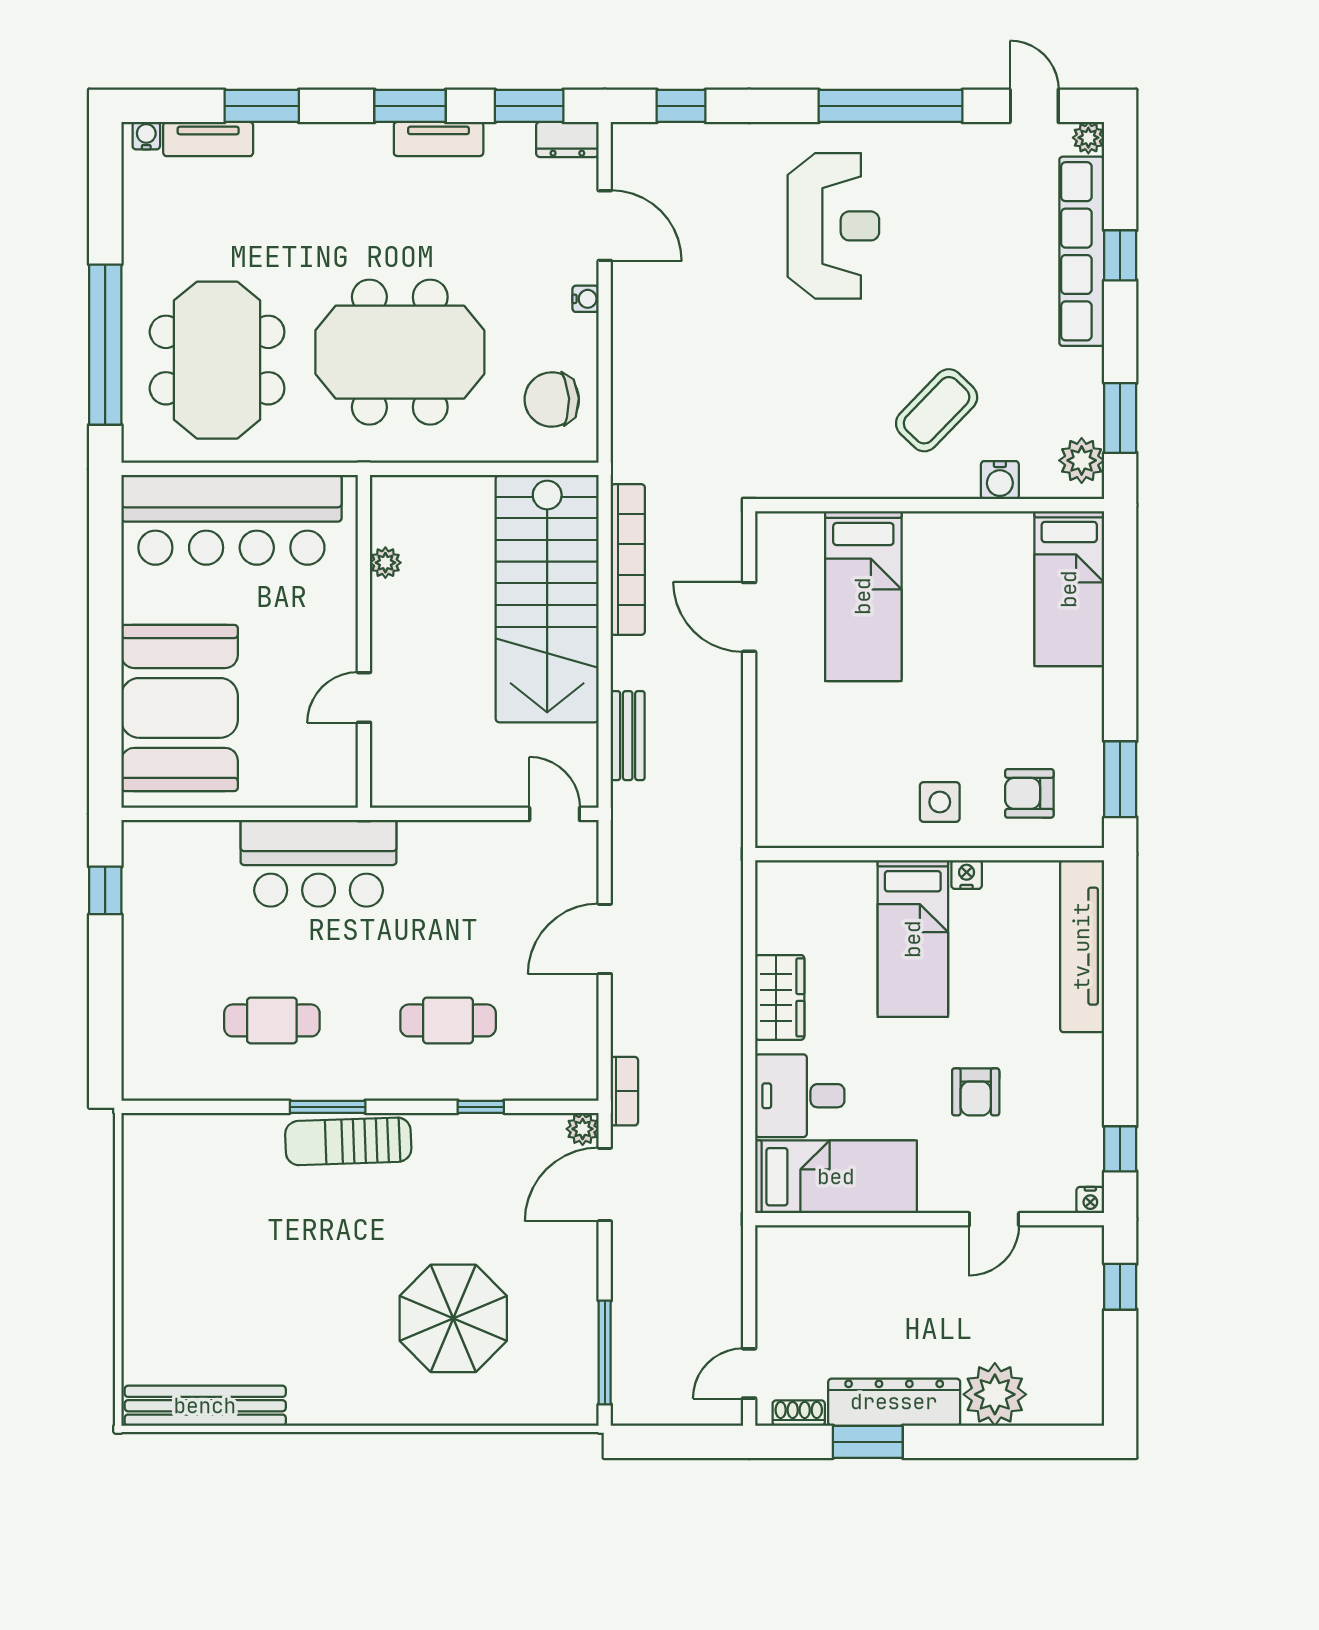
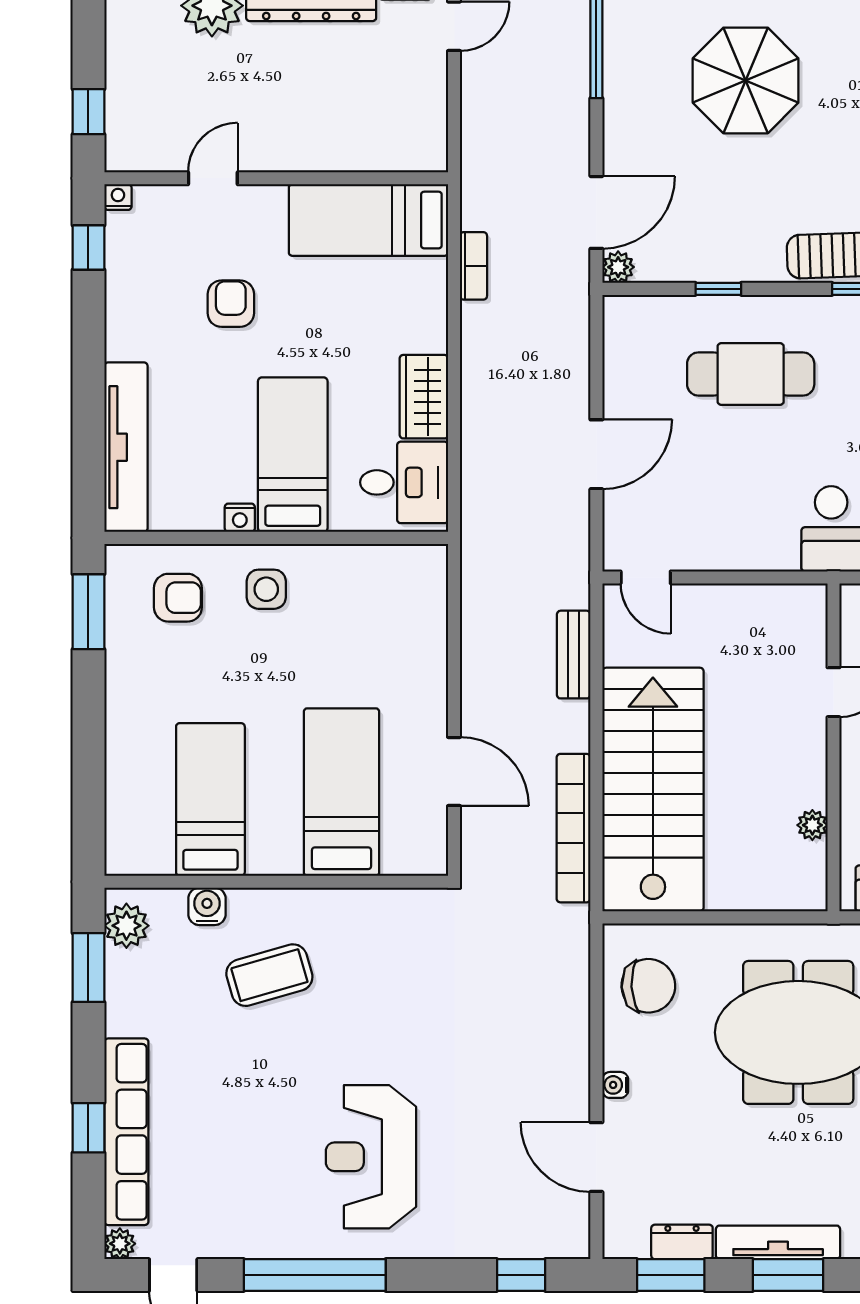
tv unit: (439, 139) -> (778, 1242), width x1.41
dresser: (567, 139) -> (682, 1242), moved
coffee table: (937, 410) -> (269, 975), turned 30
bed: (1069, 589) -> (210, 799), moved
cafe table: (448, 1020) -> (751, 374), width x1.37, depth x1.35
bookcase: (624, 1091) -> (473, 266), moved, turned 180
desk: (800, 1096) -> (404, 482), moved

